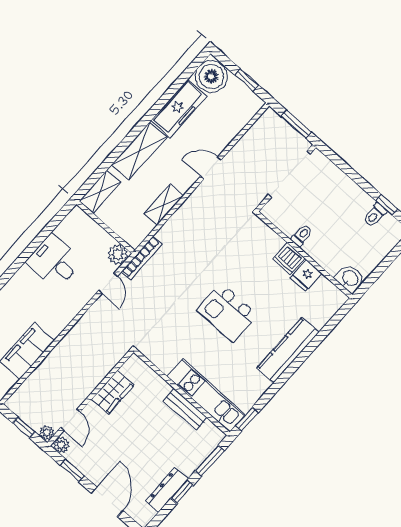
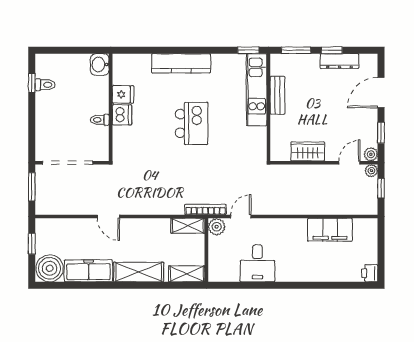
shelving: (164, 205) -> (188, 226), moved

